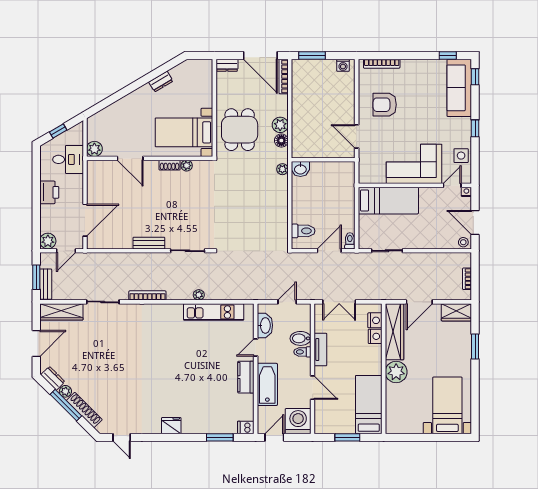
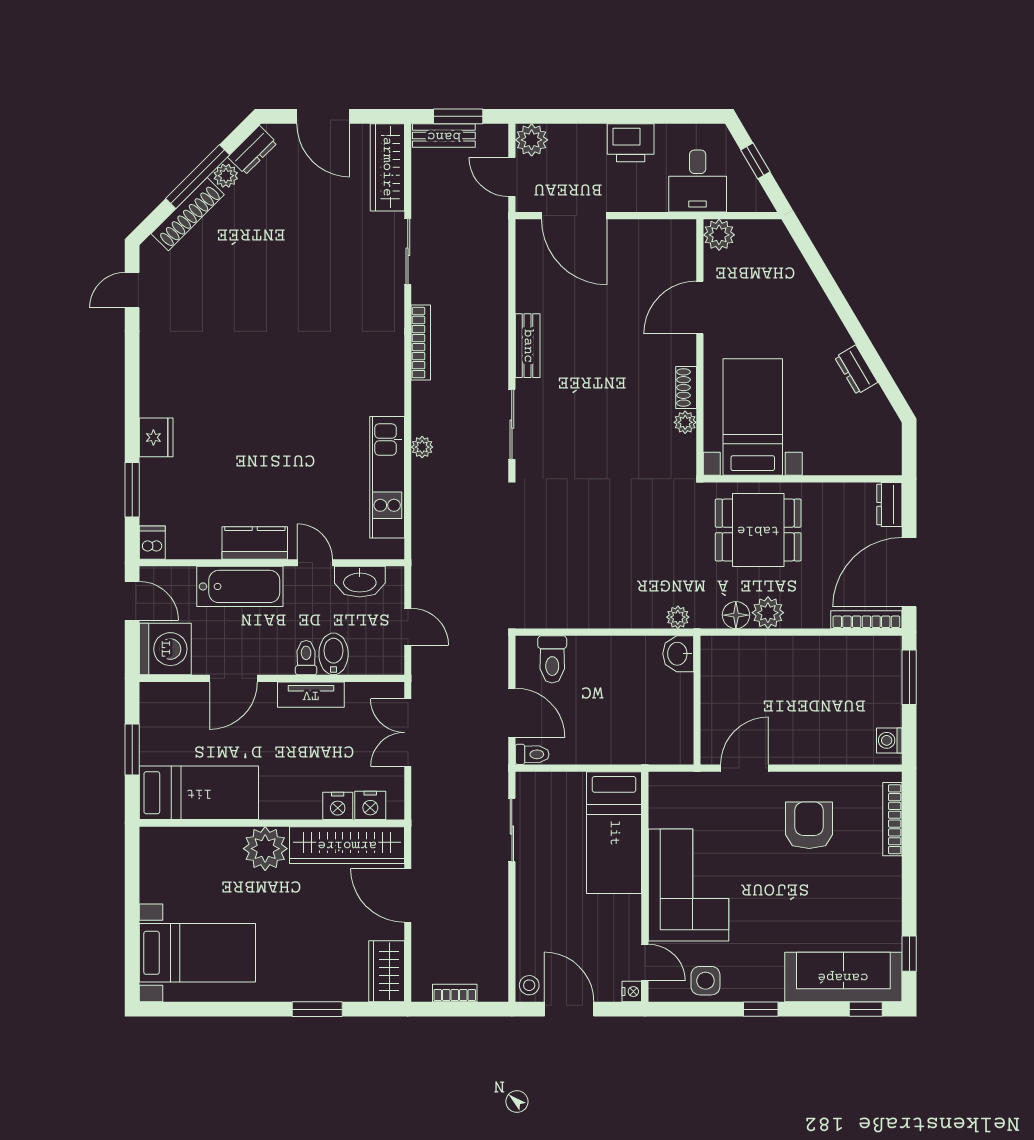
door: (475, 223) -> (569, 1009), hinge flipped
fridge: (171, 426) -> (156, 437), moved

